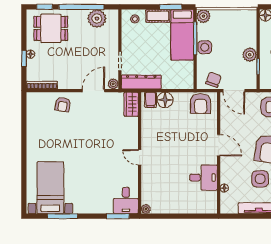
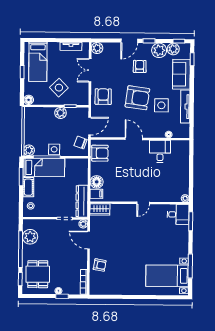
door: (219, 145) -> (134, 139), hinge flipped

